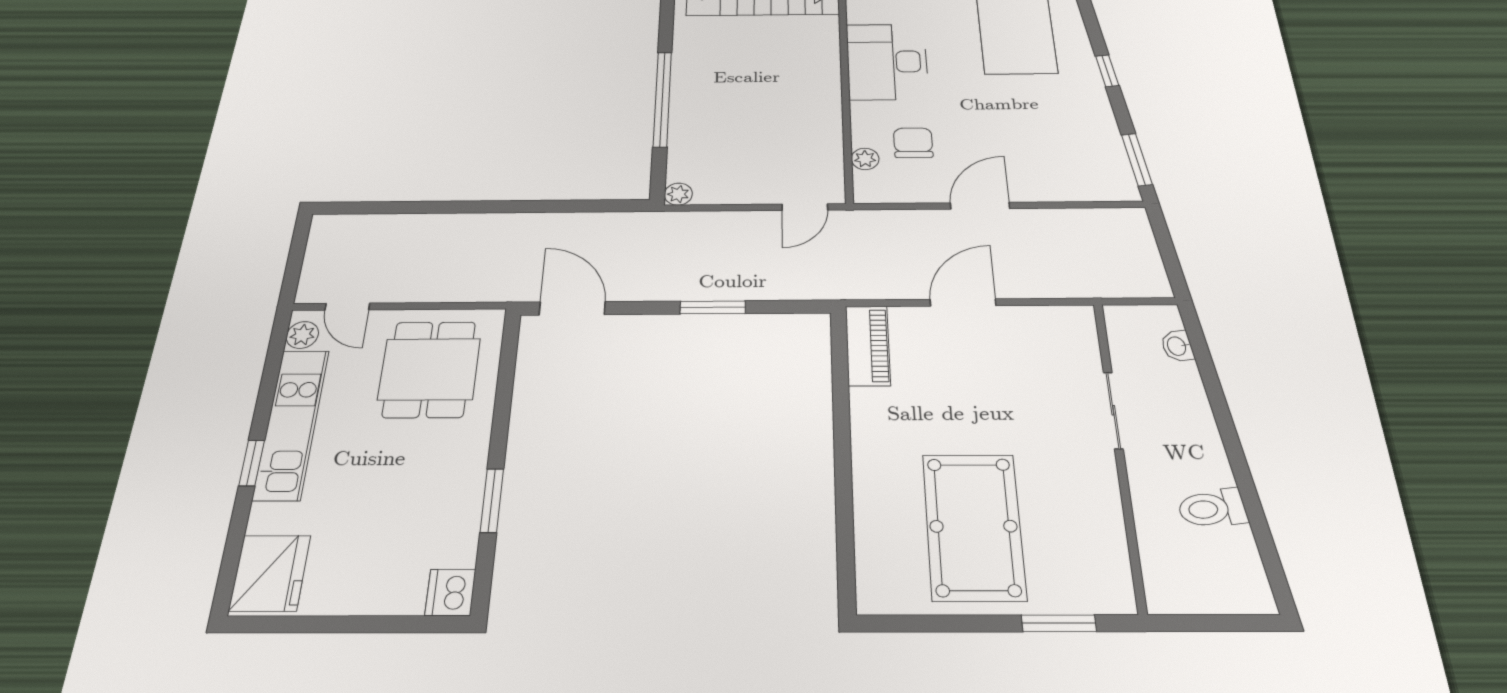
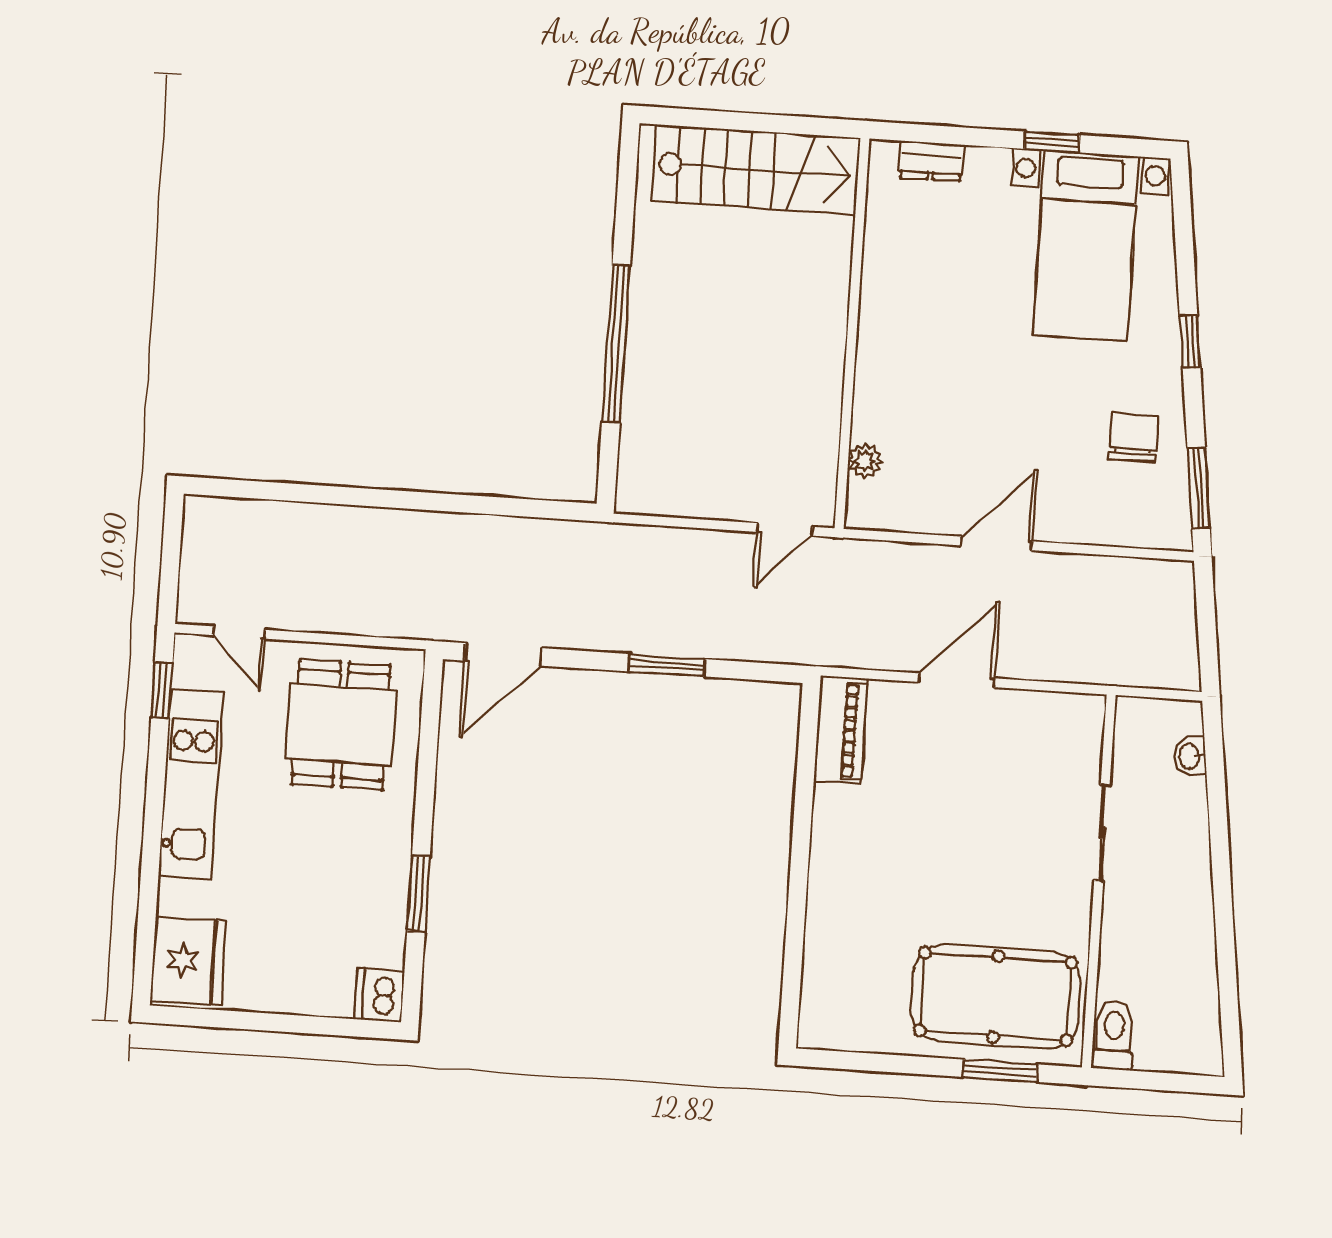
desk: (887, 62) -> (910, 303), removed
chair: (913, 143) -> (1133, 437), moved
plant: (678, 194) -> (632, 498), removed
door: (572, 308) -> (503, 654), swing flipped
plant: (302, 335) -> (190, 668), removed
window: (252, 463) -> (162, 690), moved
toilet: (1212, 508) -> (1114, 1035), moved, turned 97
pool table: (973, 526) -> (996, 997), moved, turned 90

